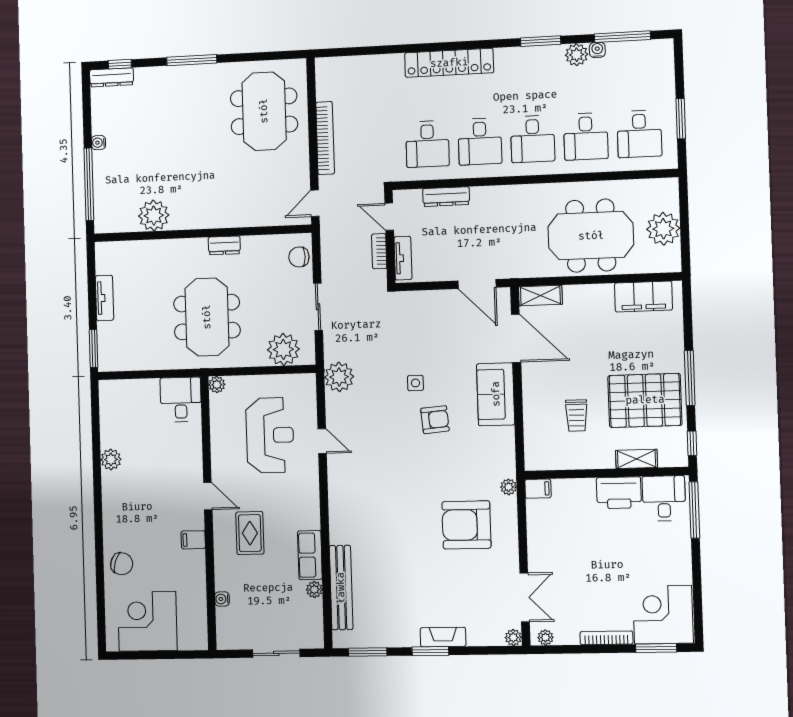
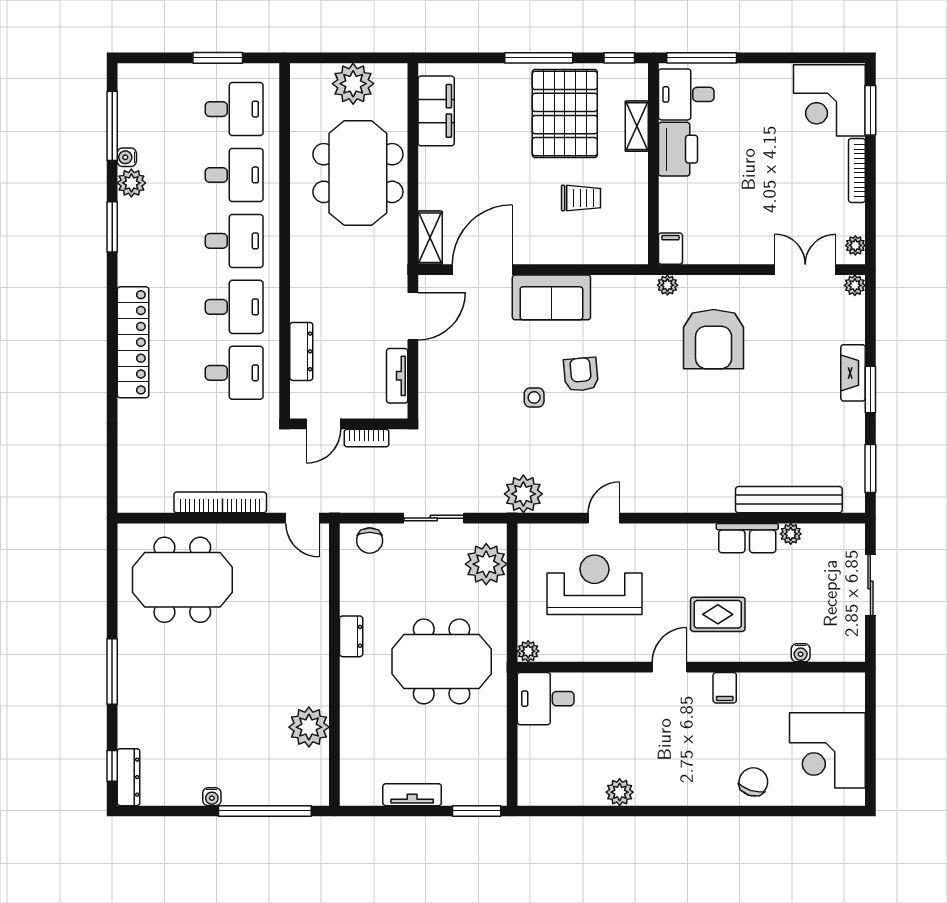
tv unit: (403, 258) -> (397, 376), moved, turned -90

